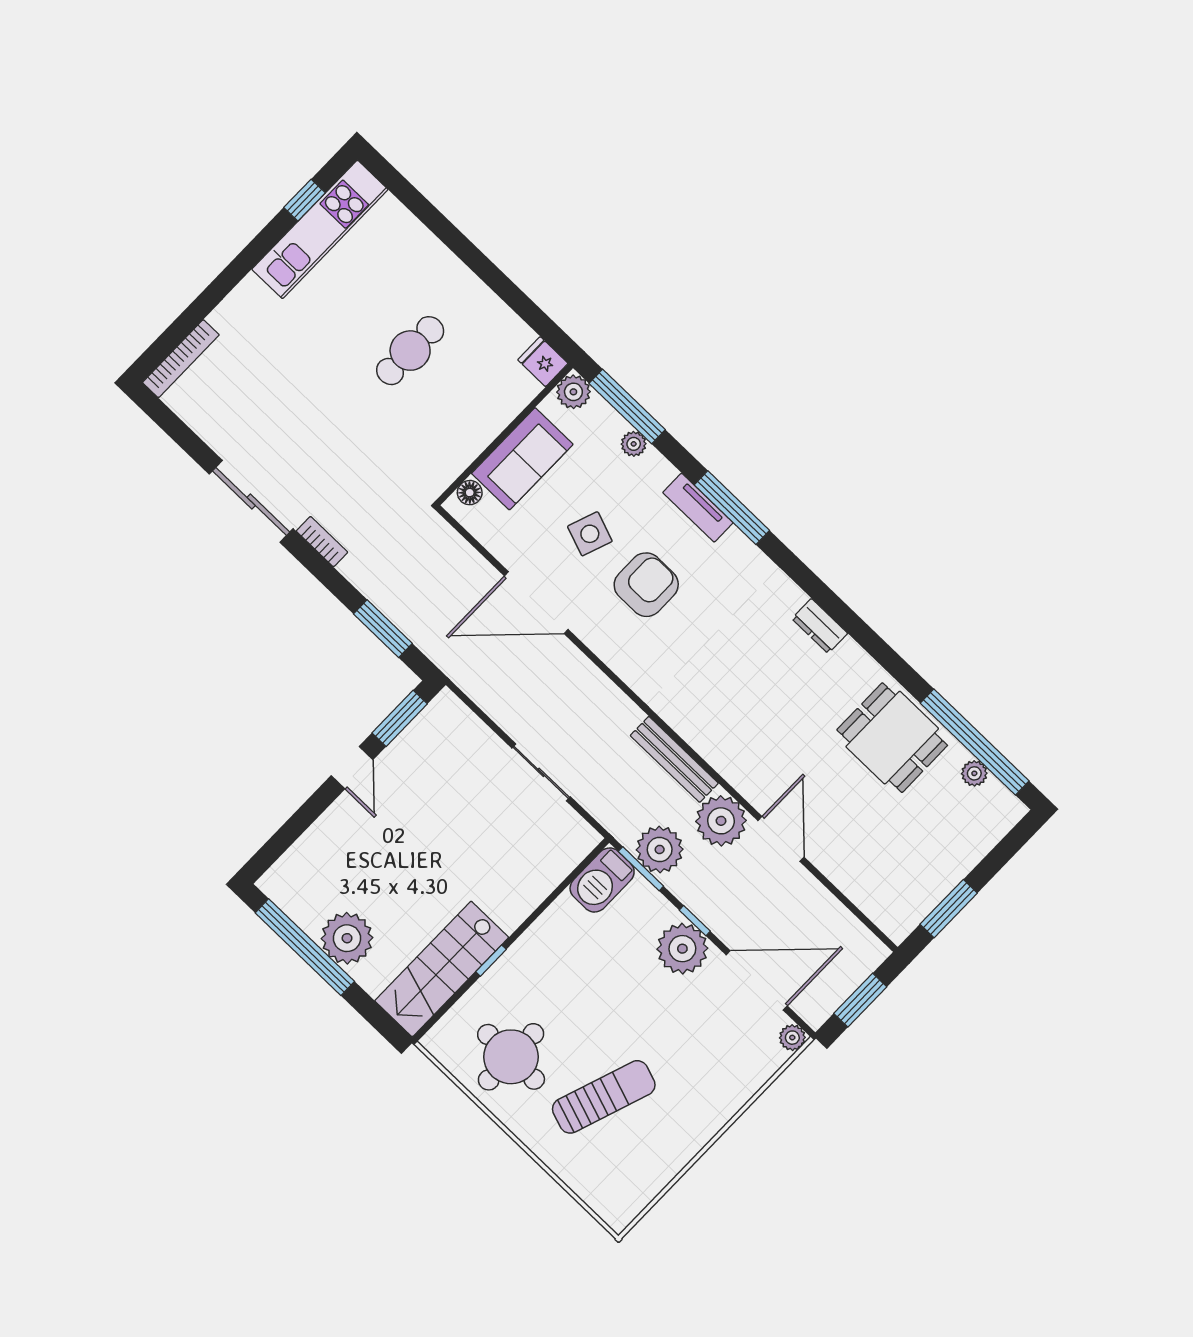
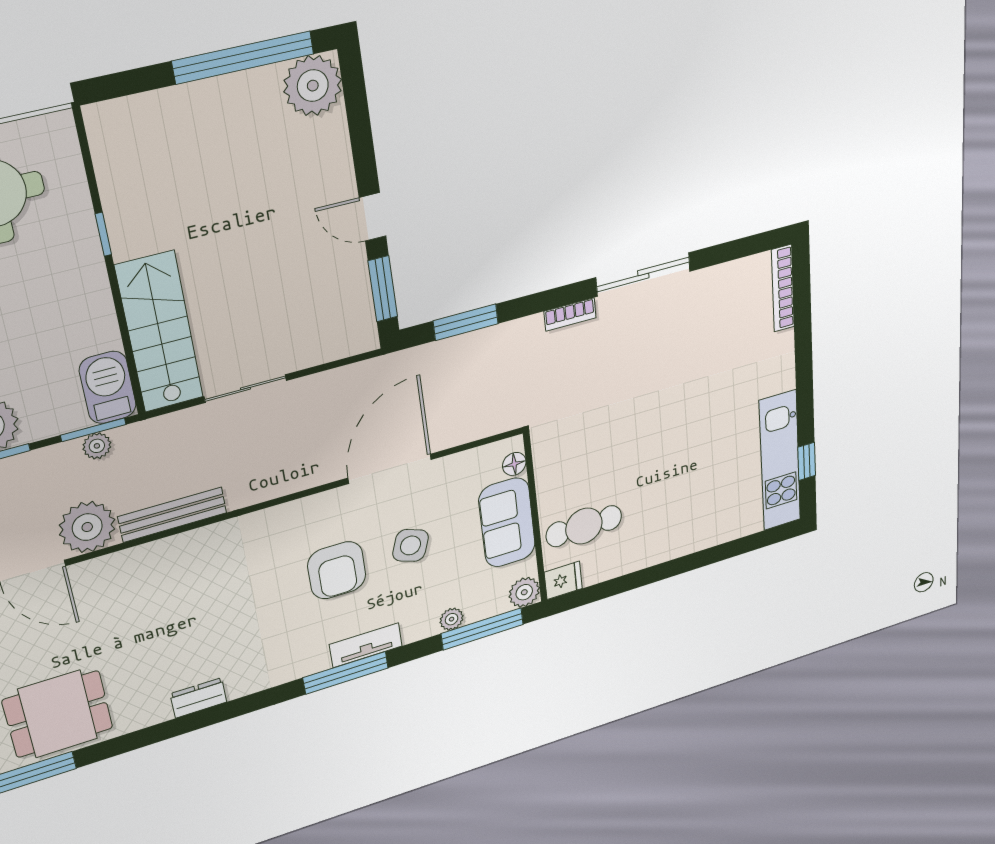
cafe table: (410, 351) -> (584, 526), moved, turned 90
plant: (660, 849) -> (97, 446), width x0.53, depth x0.53
plant: (347, 938) -> (313, 86), moved
stairs: (442, 969) -> (160, 332), moved

